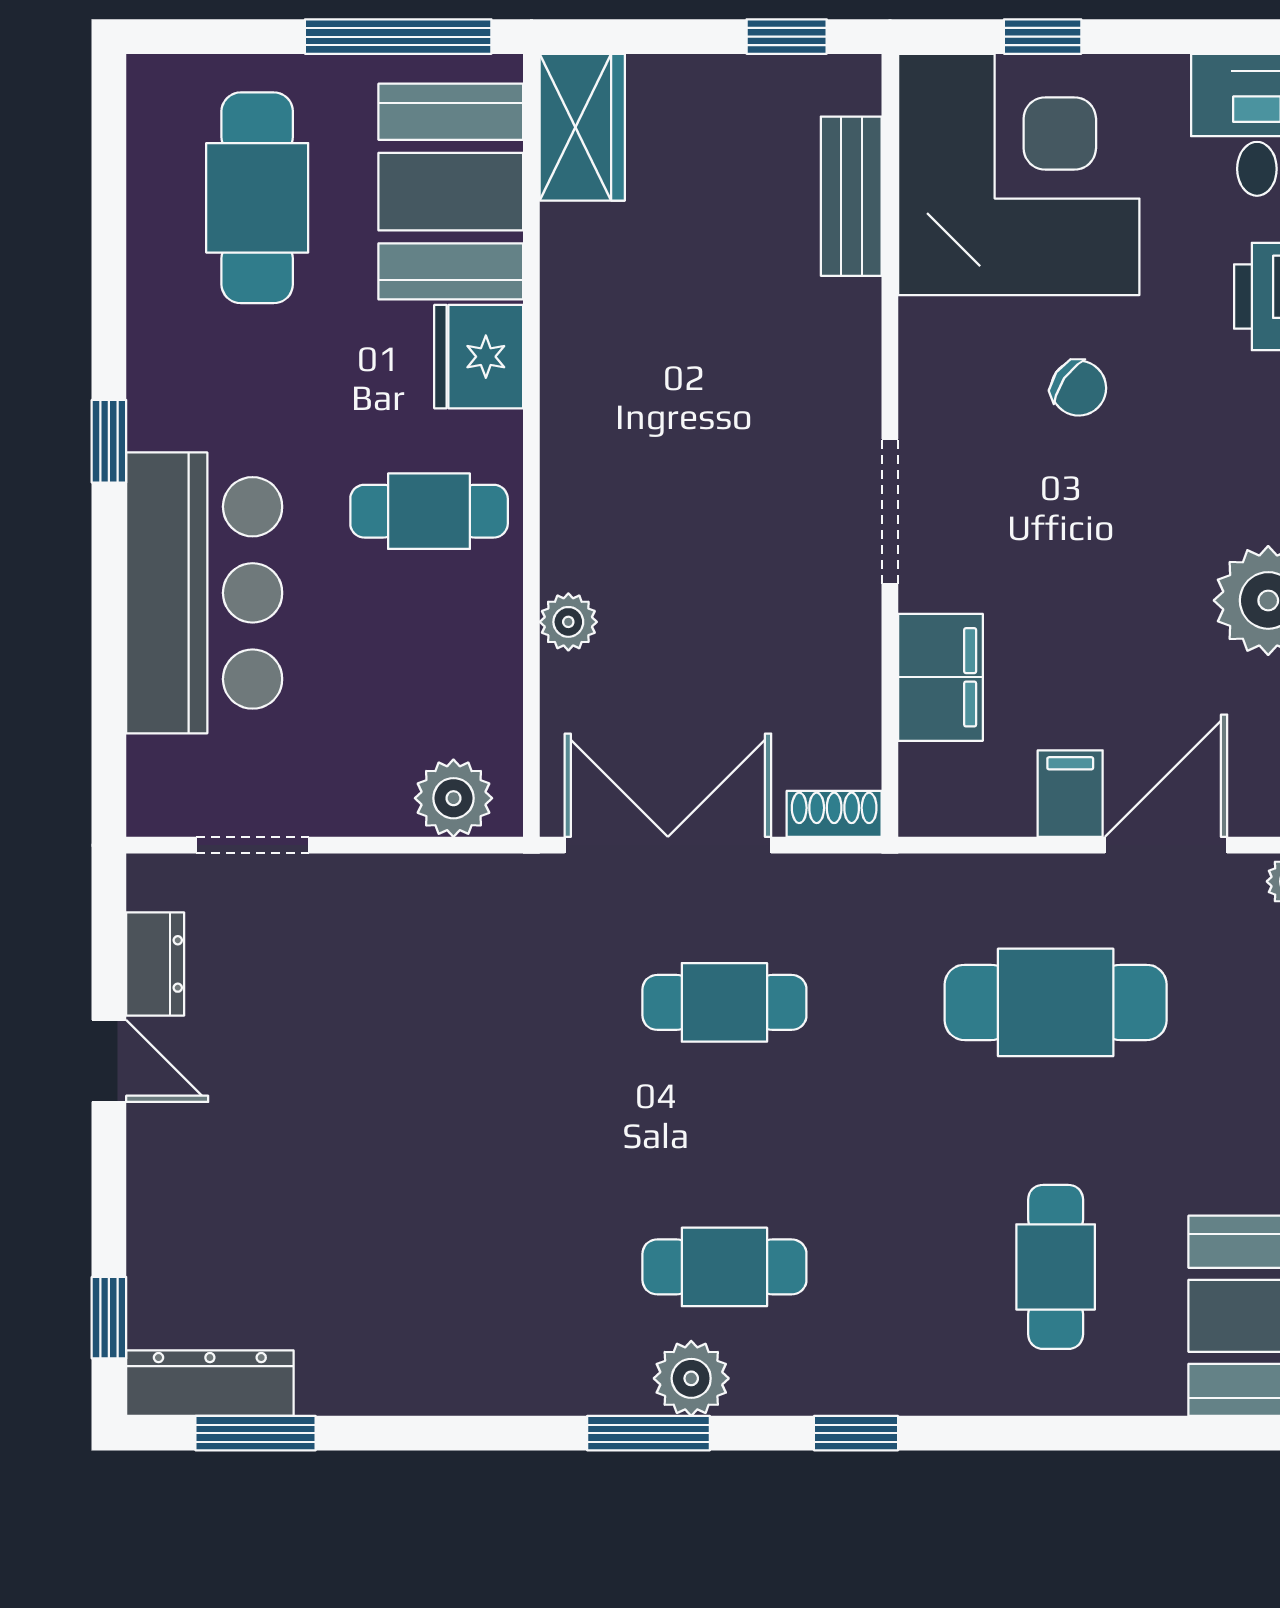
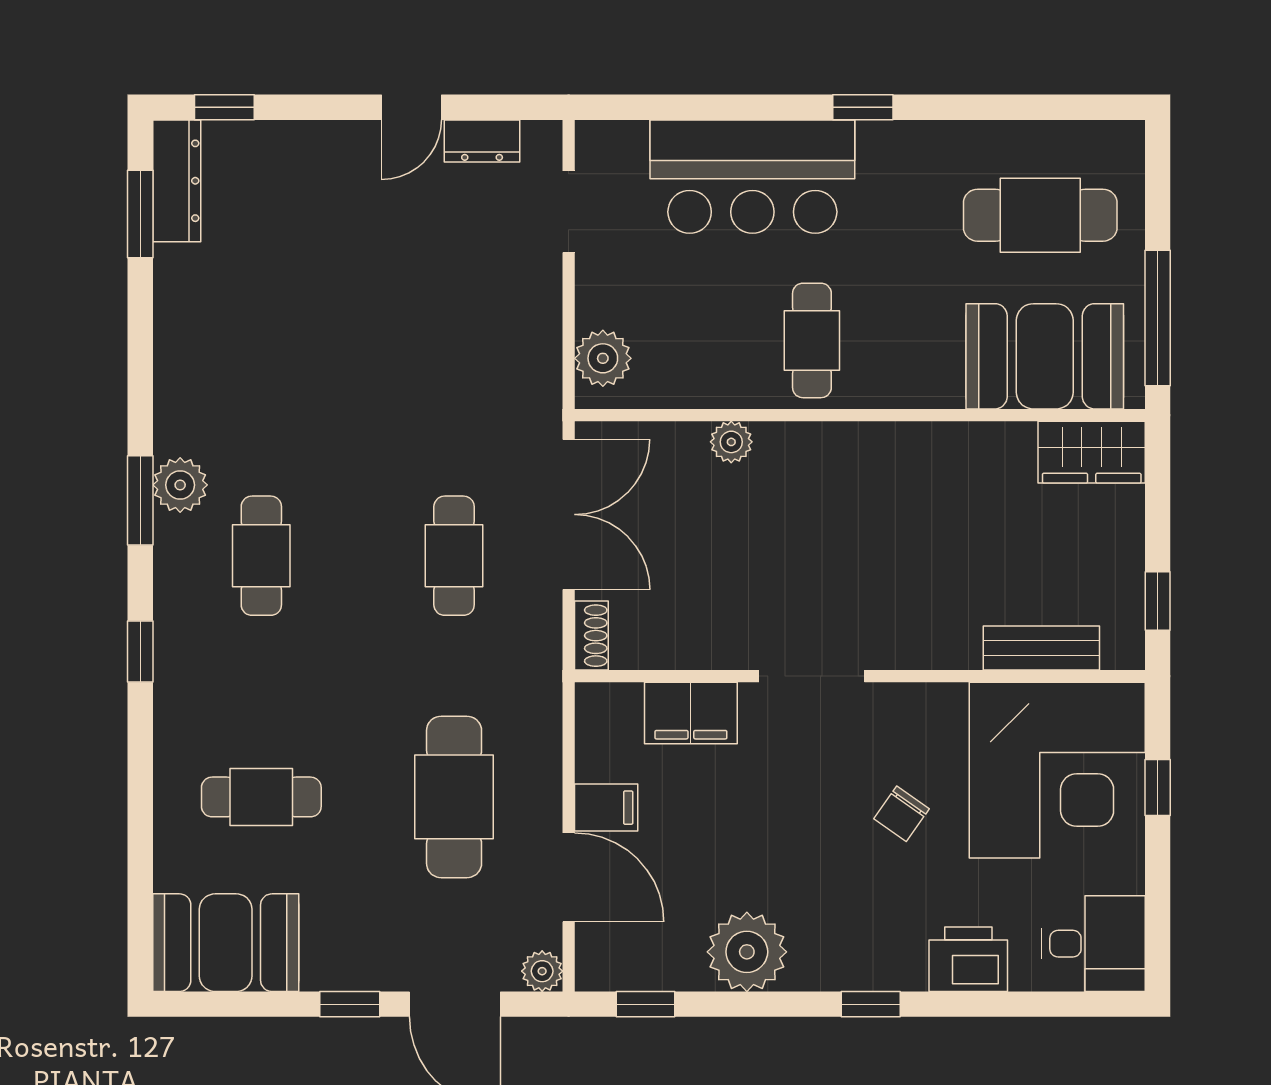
fridge: (479, 357) -> (925, 377), removed
plant: (691, 1378) -> (180, 485), moved

